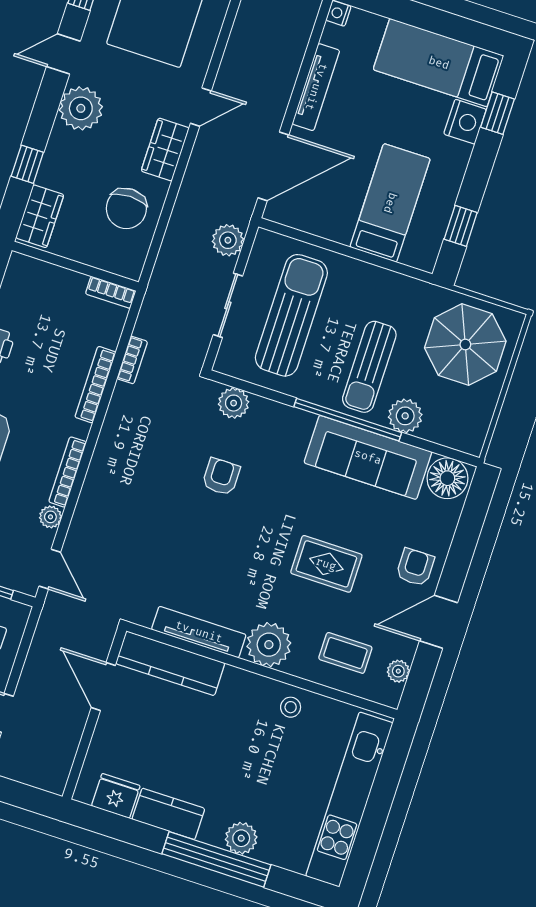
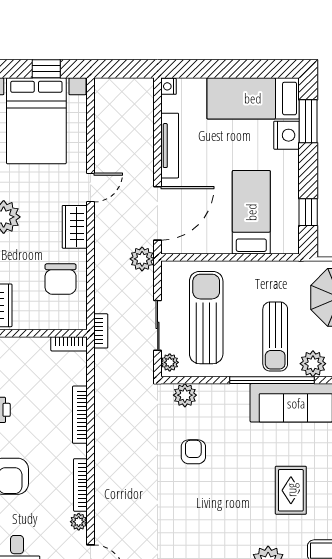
window: (498, 113) -> (308, 121), width x1.50
plant: (228, 240) -> (142, 259), moved
plant: (228, 356) -> (170, 362), added
bookcase: (132, 360) -> (101, 331), moved
rug: (326, 564) -> (291, 490), turned 90

